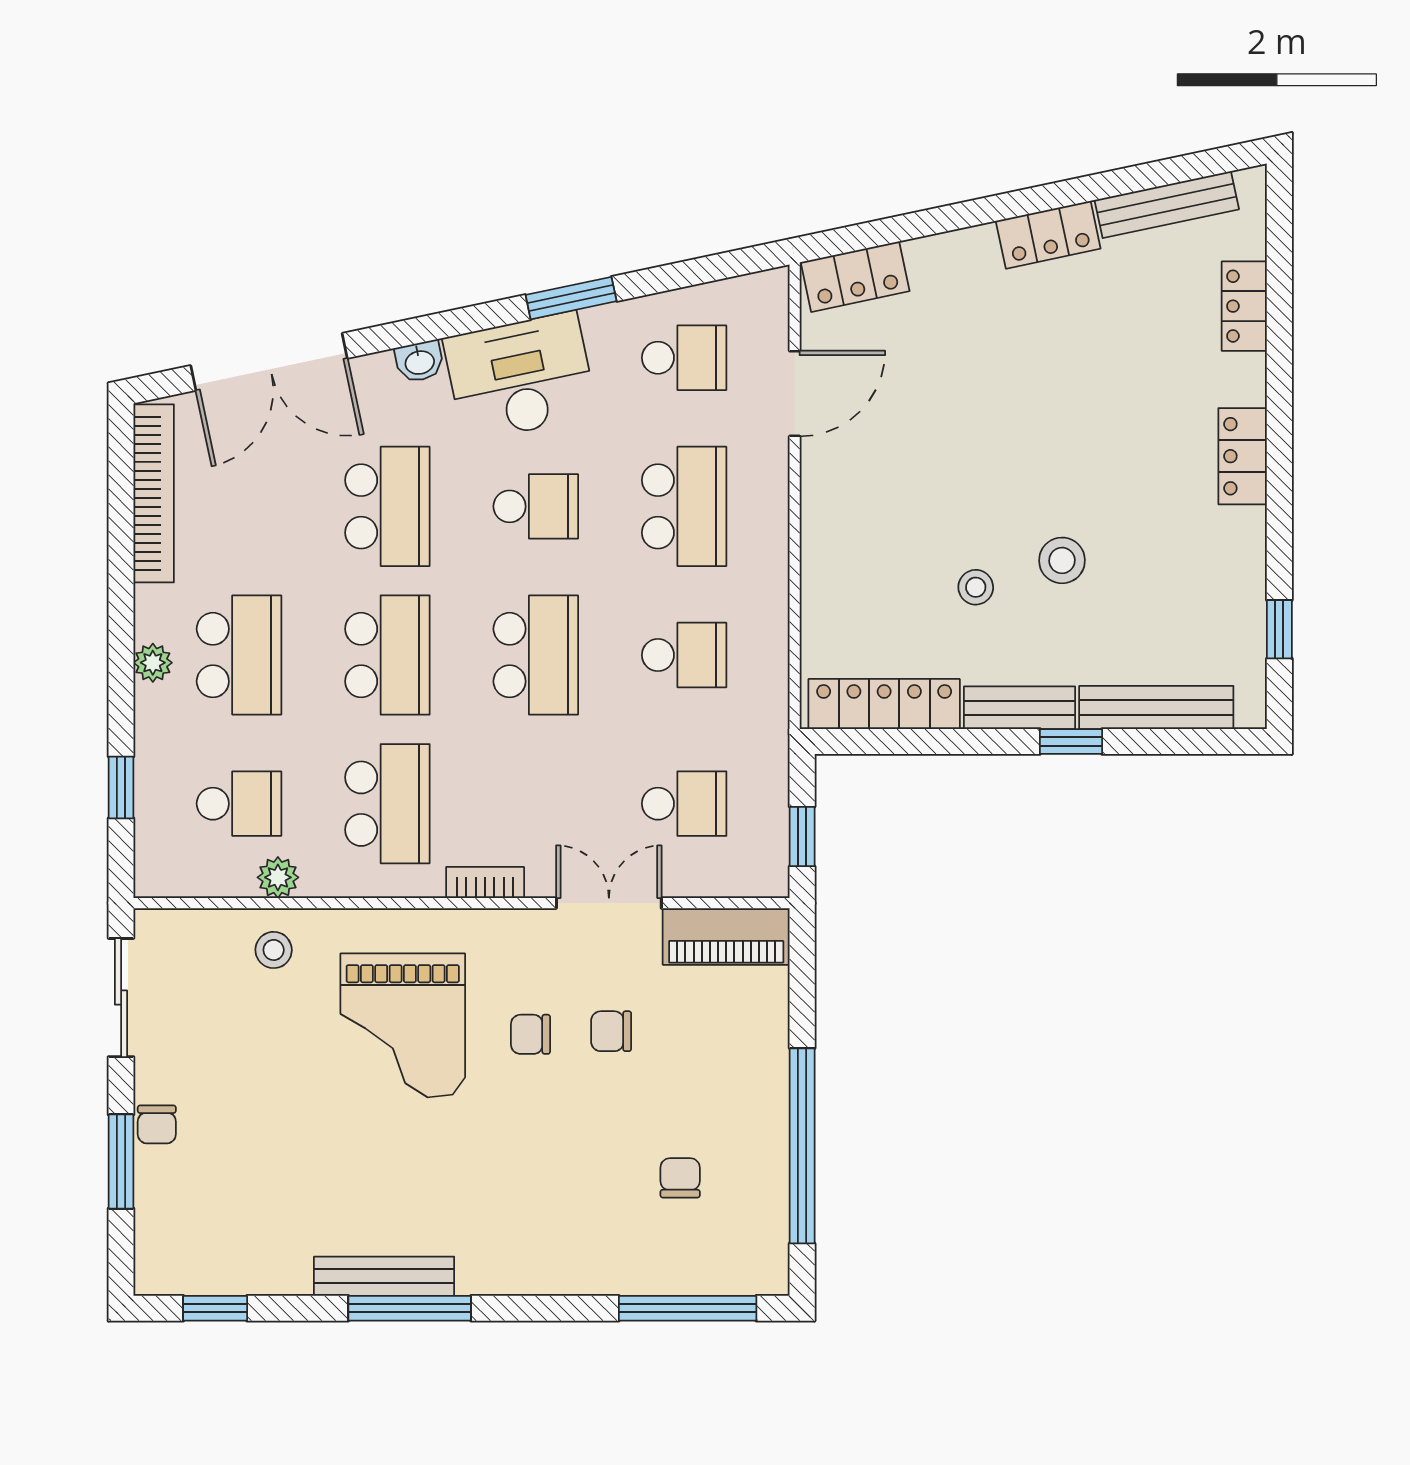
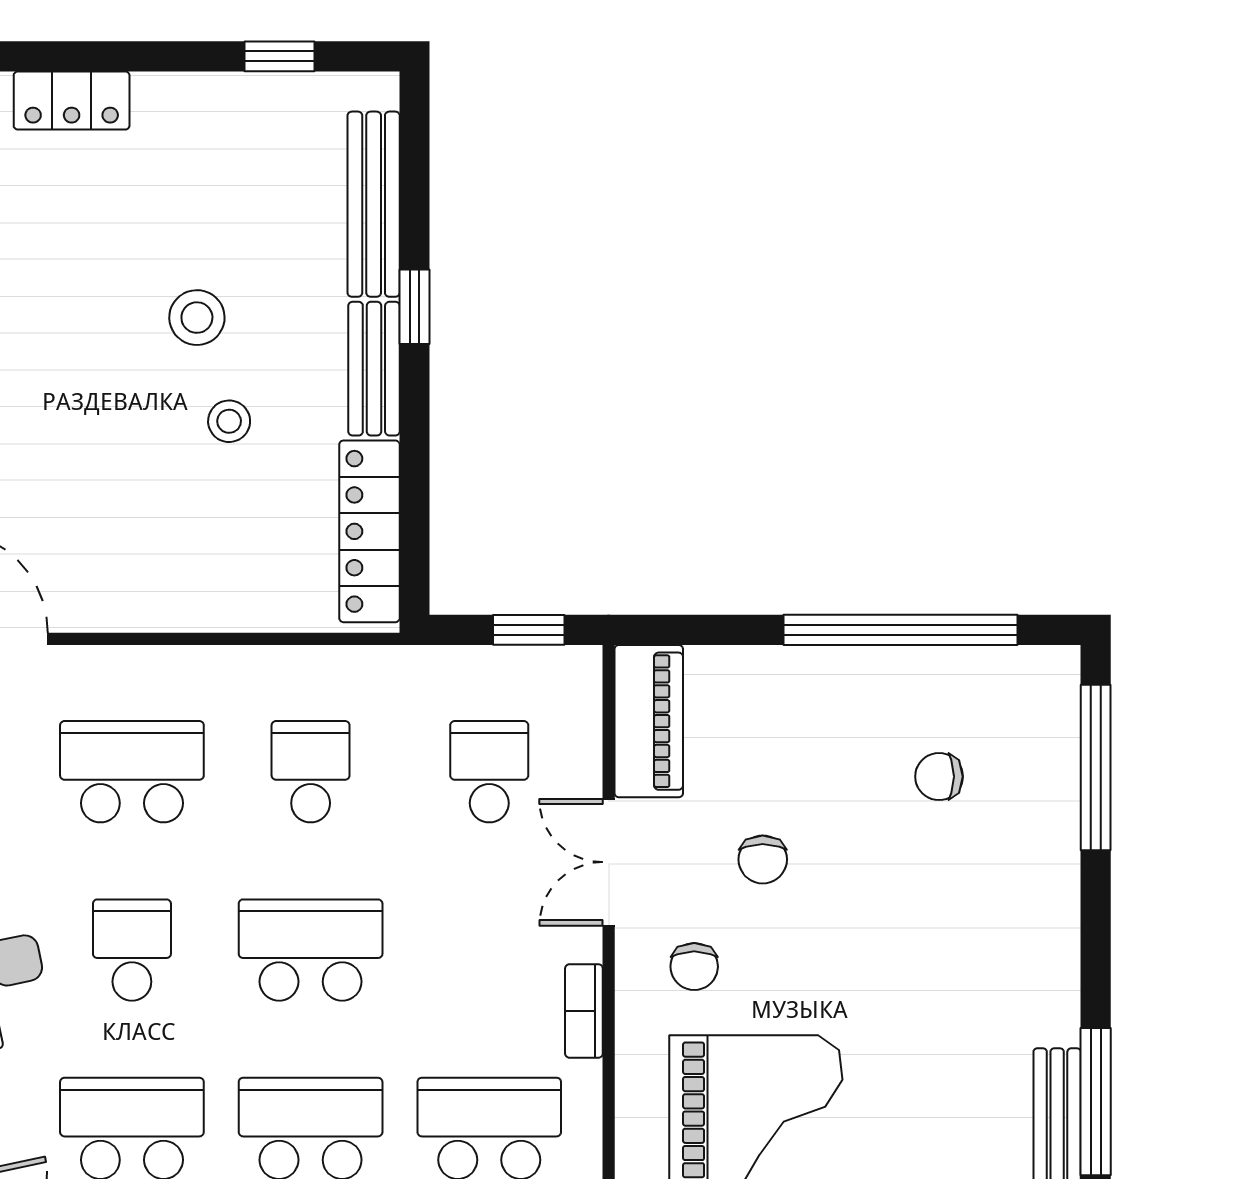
chair: (530, 1034) -> (694, 967), moved

